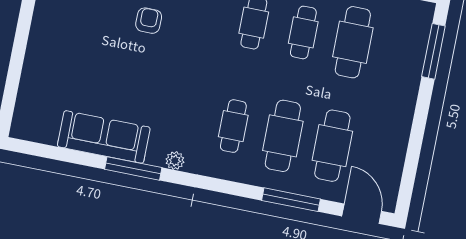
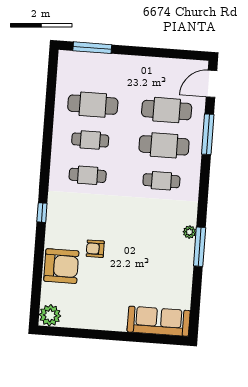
sofa: (104, 137) -> (159, 321), moved, turned 90
plant: (175, 161) -> (189, 232), moved

